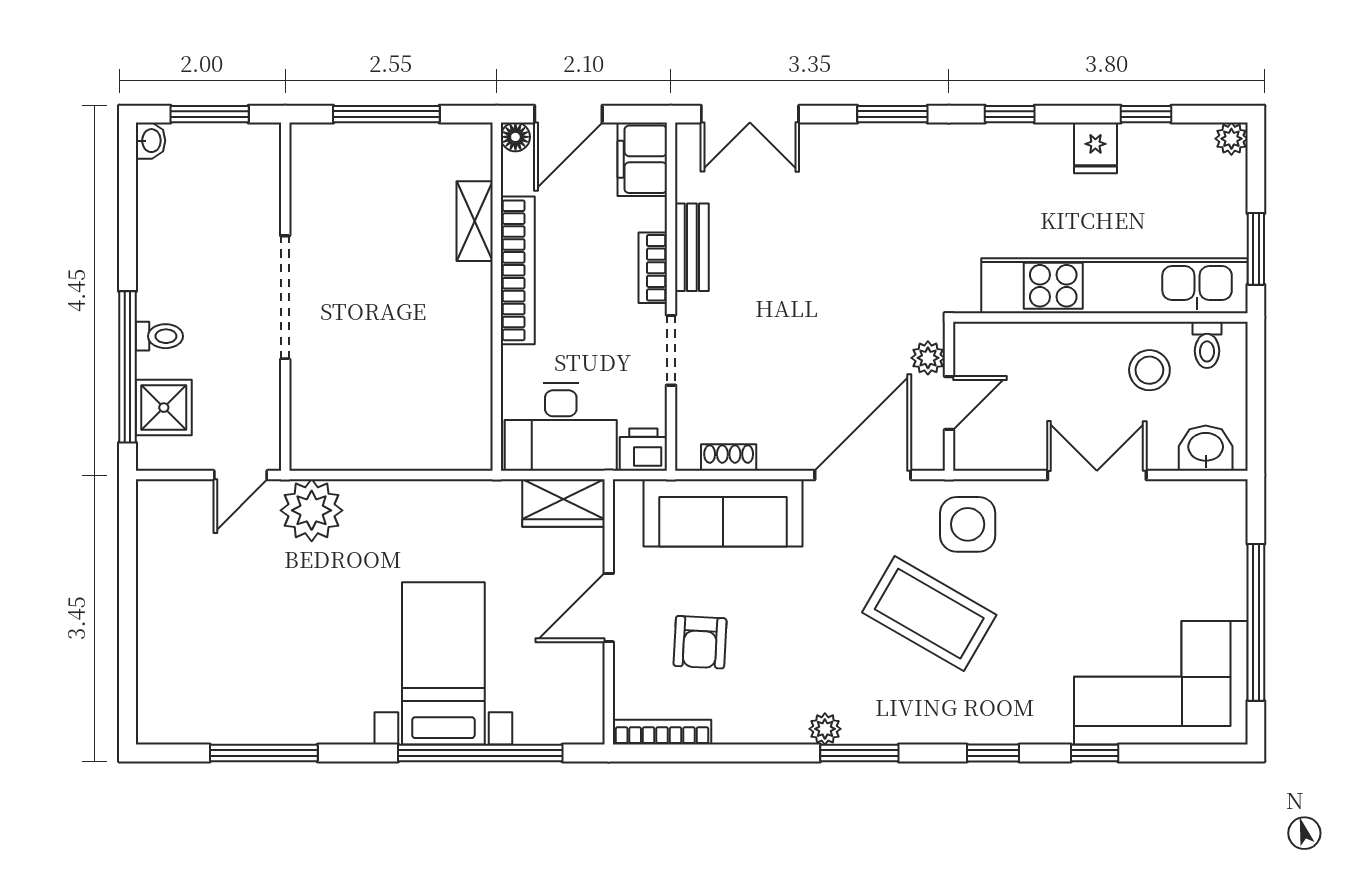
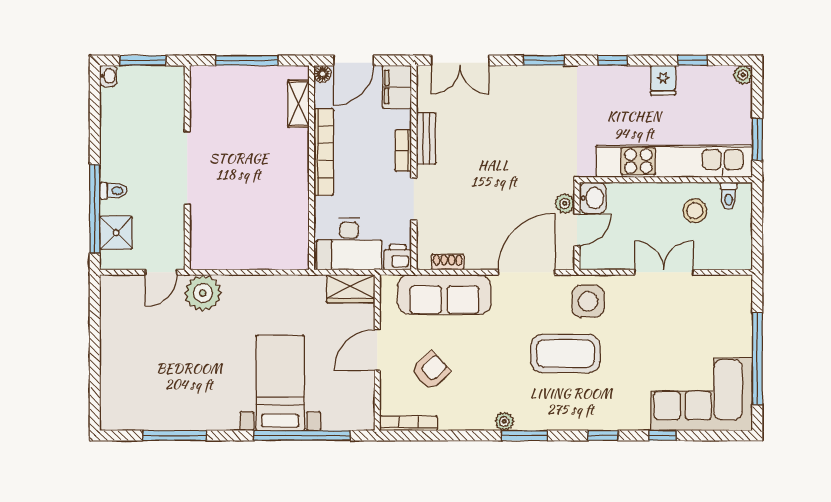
shelving: (475, 221) -> (299, 104), moved
washbasin: (1206, 448) -> (593, 198), moved, turned 90
coffee table: (929, 614) -> (565, 354), turned -30
armchair: (700, 642) -> (431, 370), turned -136

